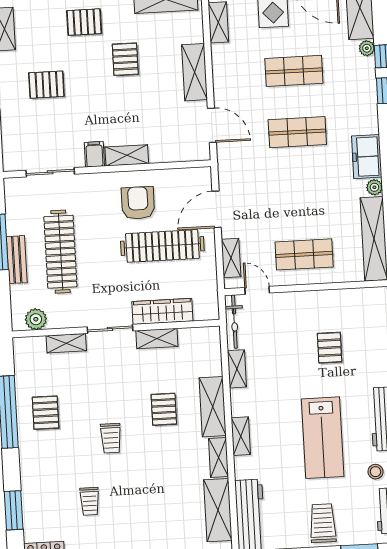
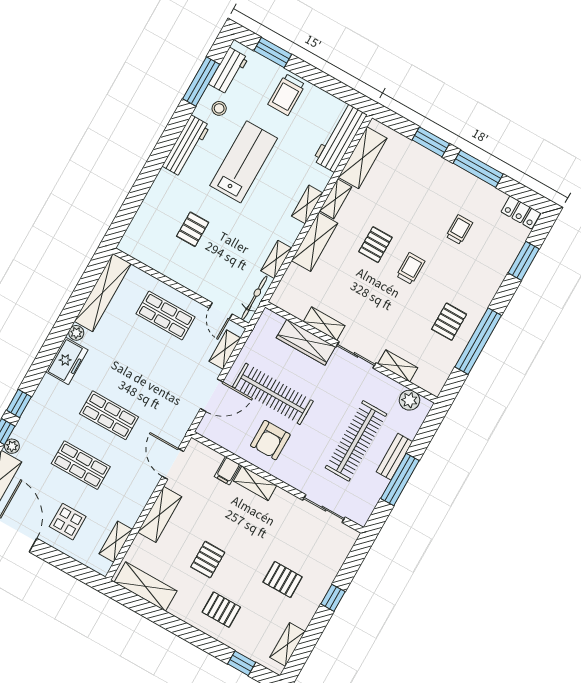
filing cabinet: (94, 154) -> (227, 471), moved
pallet: (164, 409) -> (375, 245), moved

